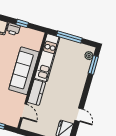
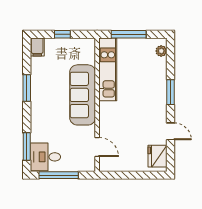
printer: (13, 29) -> (53, 45), removed
window: (93, 65) -> (171, 92), moved
kitchen counter: (37, 92) -> (107, 118), removed

